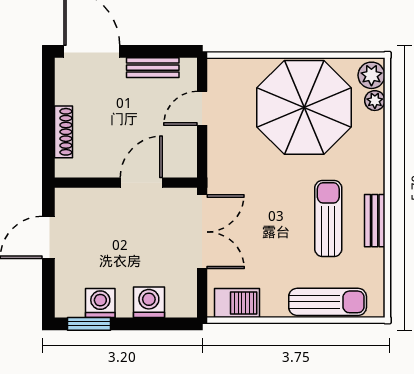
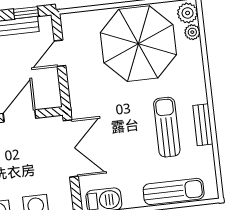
window: (165, 51) -> (26, 13), added

